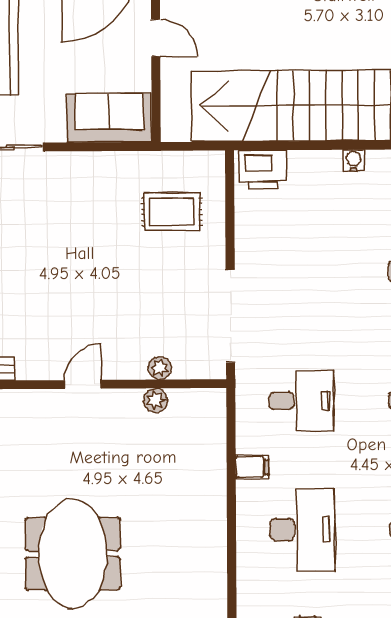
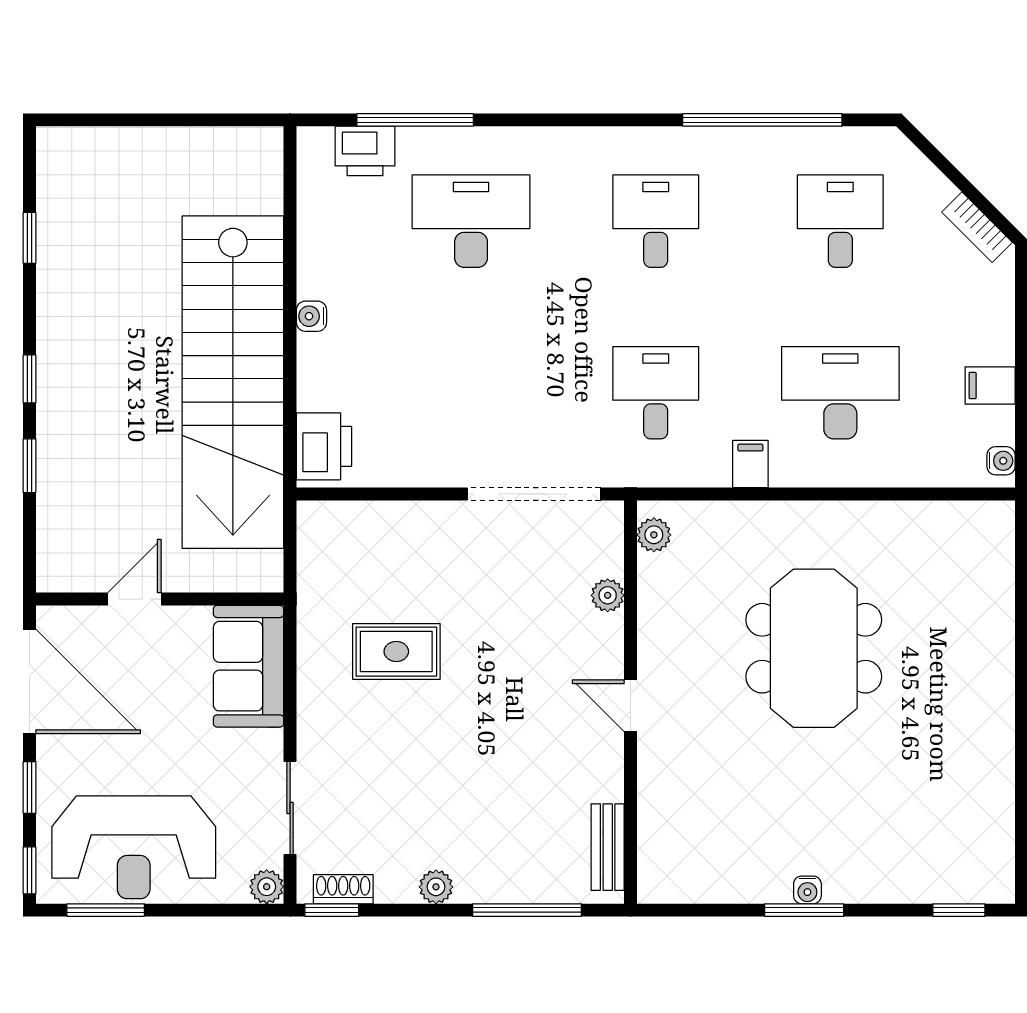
rug: (172, 212) -> (396, 652), moved, turned 90
plant: (155, 400) -> (654, 535), moved
meeting table: (73, 554) -> (814, 648), moved, turned 90

